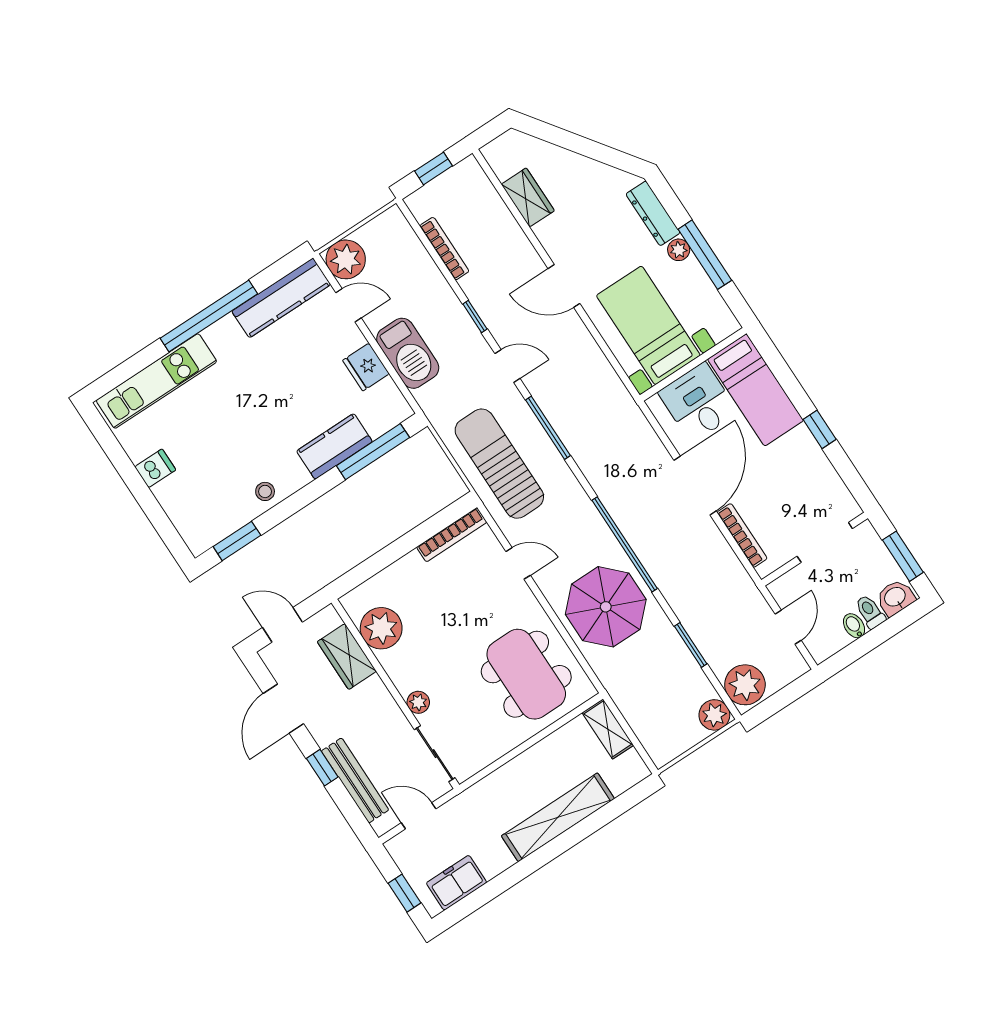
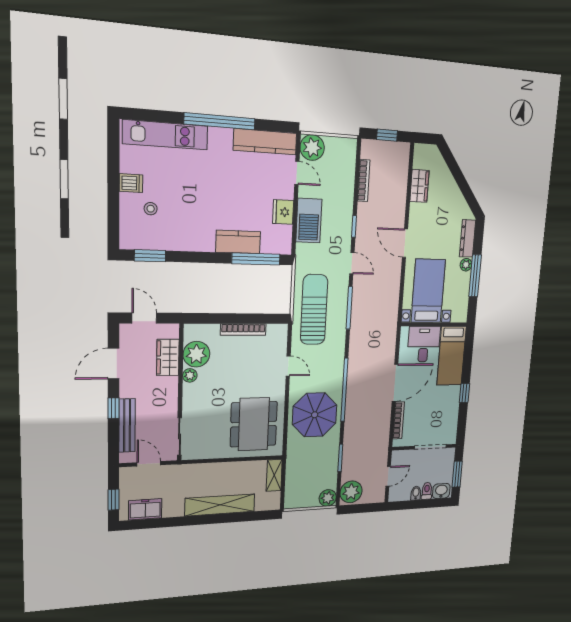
stool: (265, 491) -> (151, 209), moved
bookcase: (452, 535) -> (243, 330), moved
plant: (418, 702) -> (190, 375), moved

